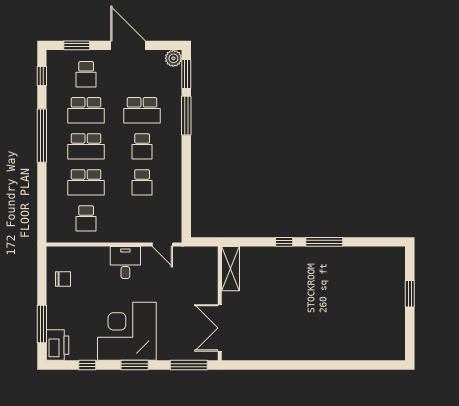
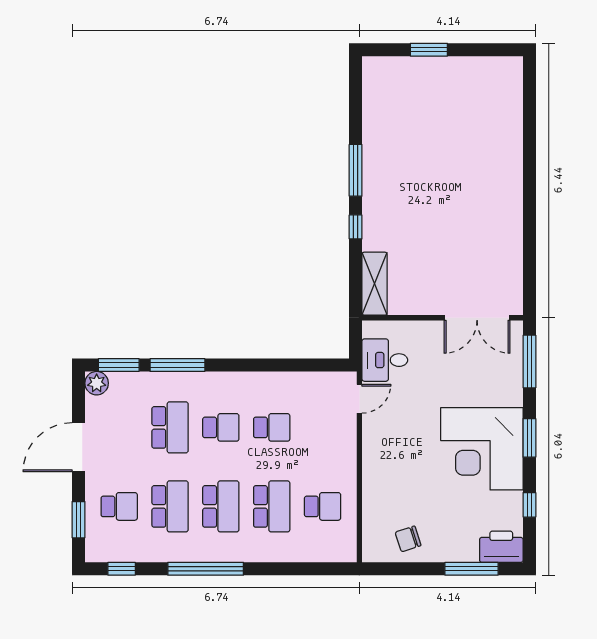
desk: (125, 263) -> (385, 360), moved
shelving: (231, 269) -> (375, 284), moved, turned 90
chair: (63, 279) -> (408, 539), turned -108

